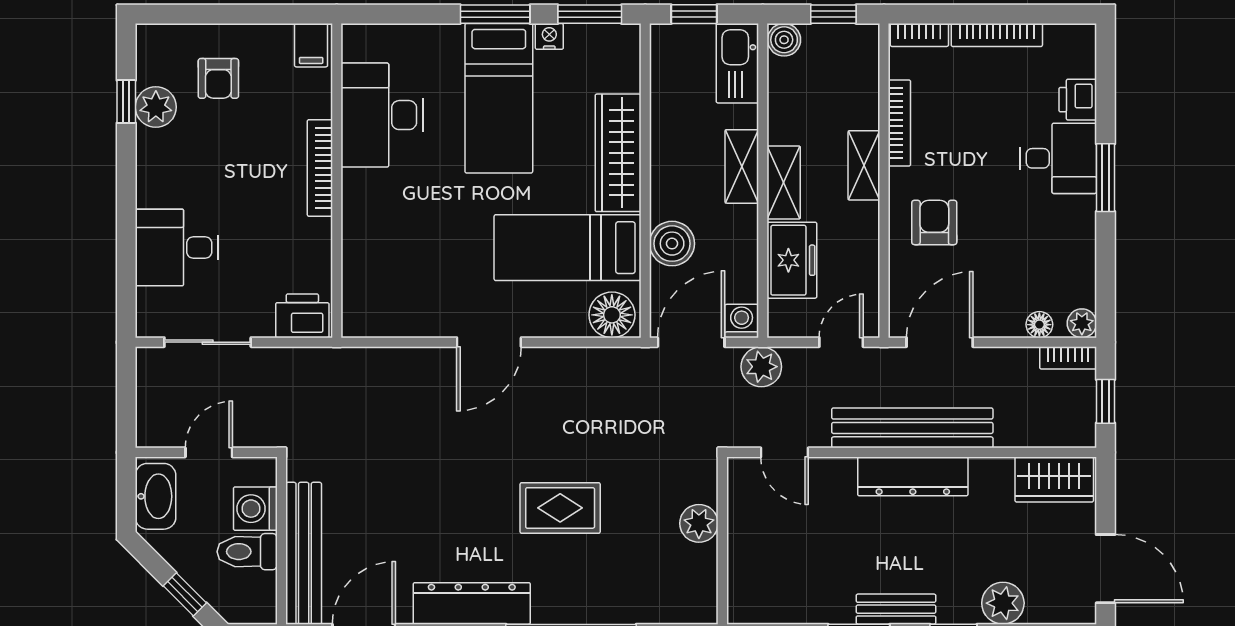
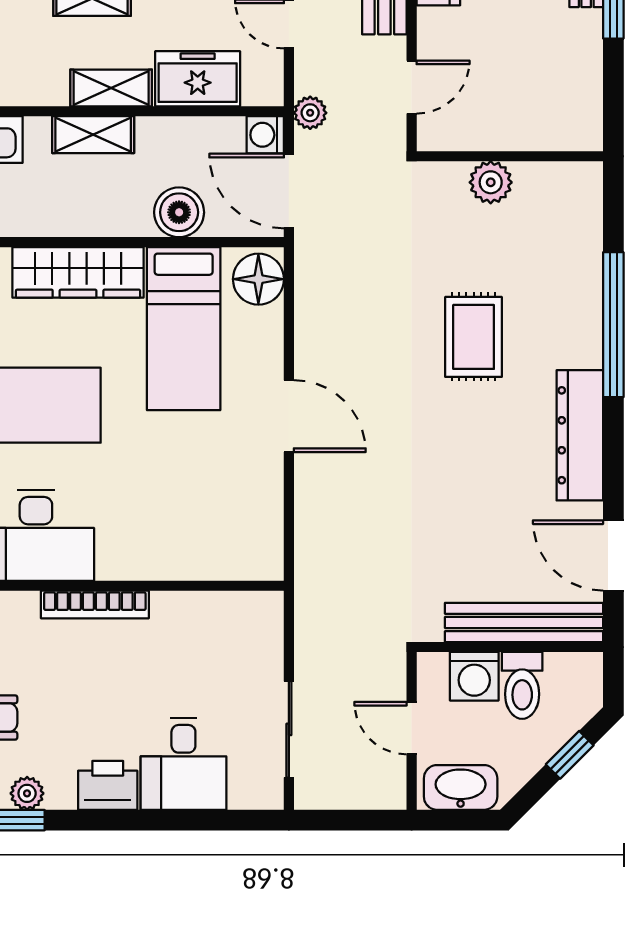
plant: (156, 107) -> (27, 793), width x0.73, depth x0.73
printer: (302, 316) -> (108, 785), moved, turned 90
plant: (761, 367) -> (310, 113), width x0.73, depth x0.73

